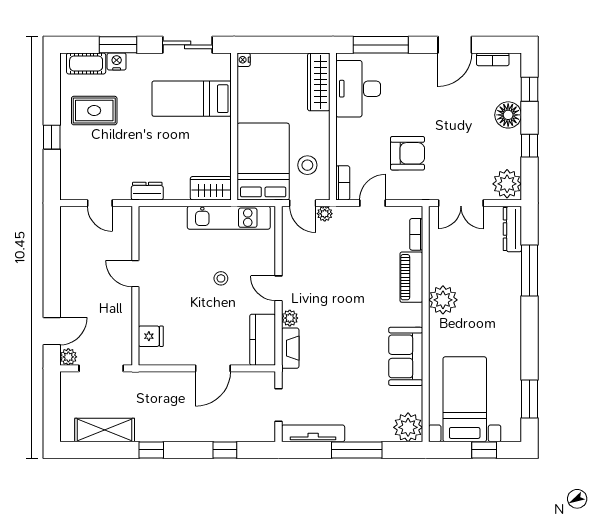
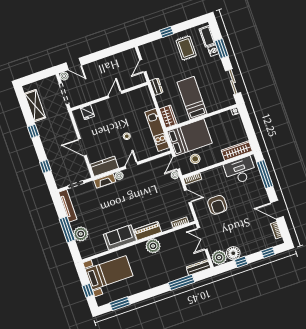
bed: (192, 99) -> (192, 98), moved
floor lamp: (508, 115) -> (233, 253), moved
piano: (411, 277) -> (148, 231), moved
plant: (408, 427) -> (81, 234), moved

